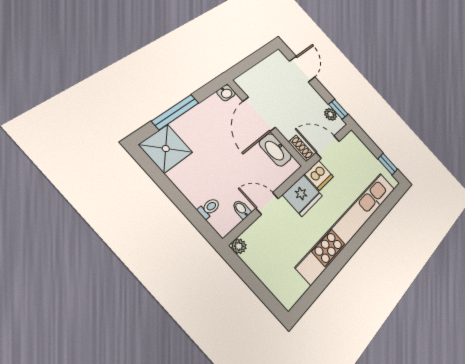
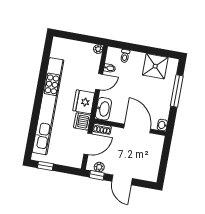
door: (302, 69) -> (122, 180), moved
shower: (166, 149) -> (155, 66), moved
washbasin: (275, 150) -> (103, 109), moved, turned 90

